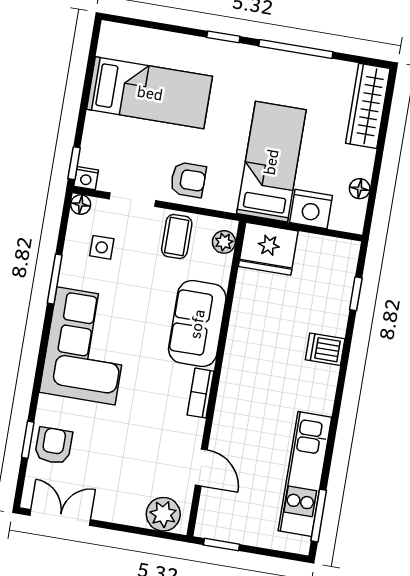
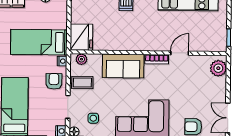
nightstand: (311, 209) -> (62, 61), moved, width x0.53, depth x0.56
door: (201, 467) -> (180, 53), moved

